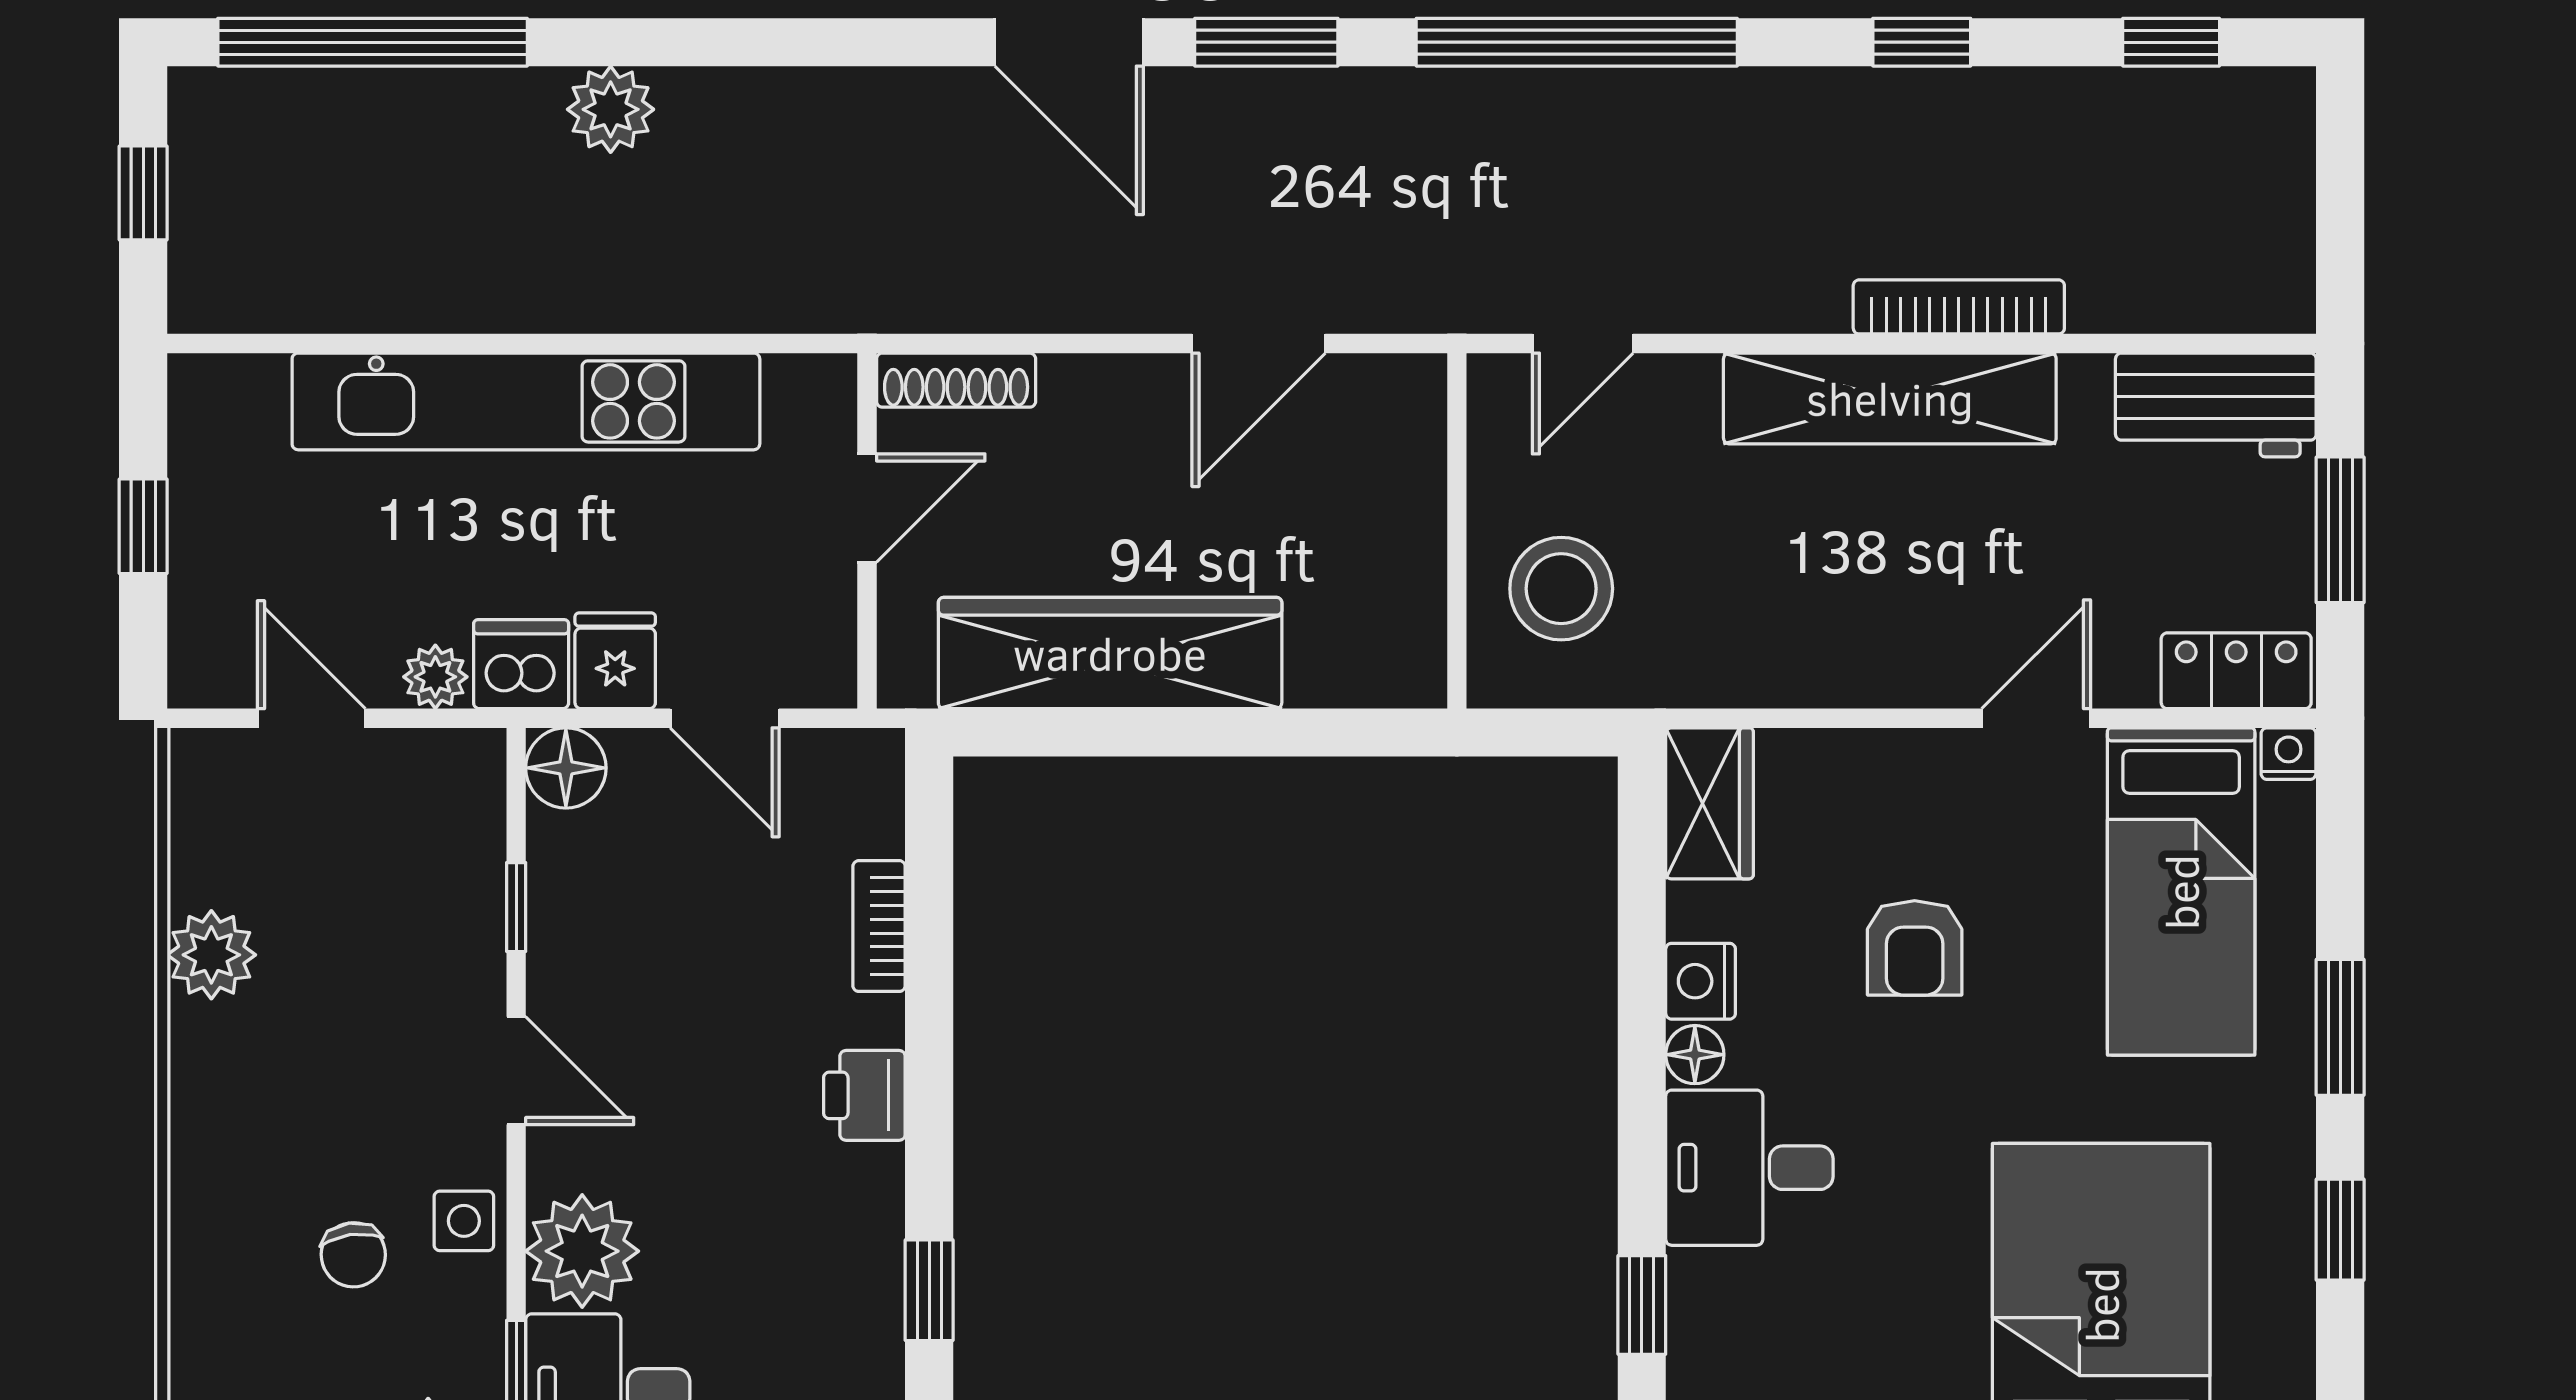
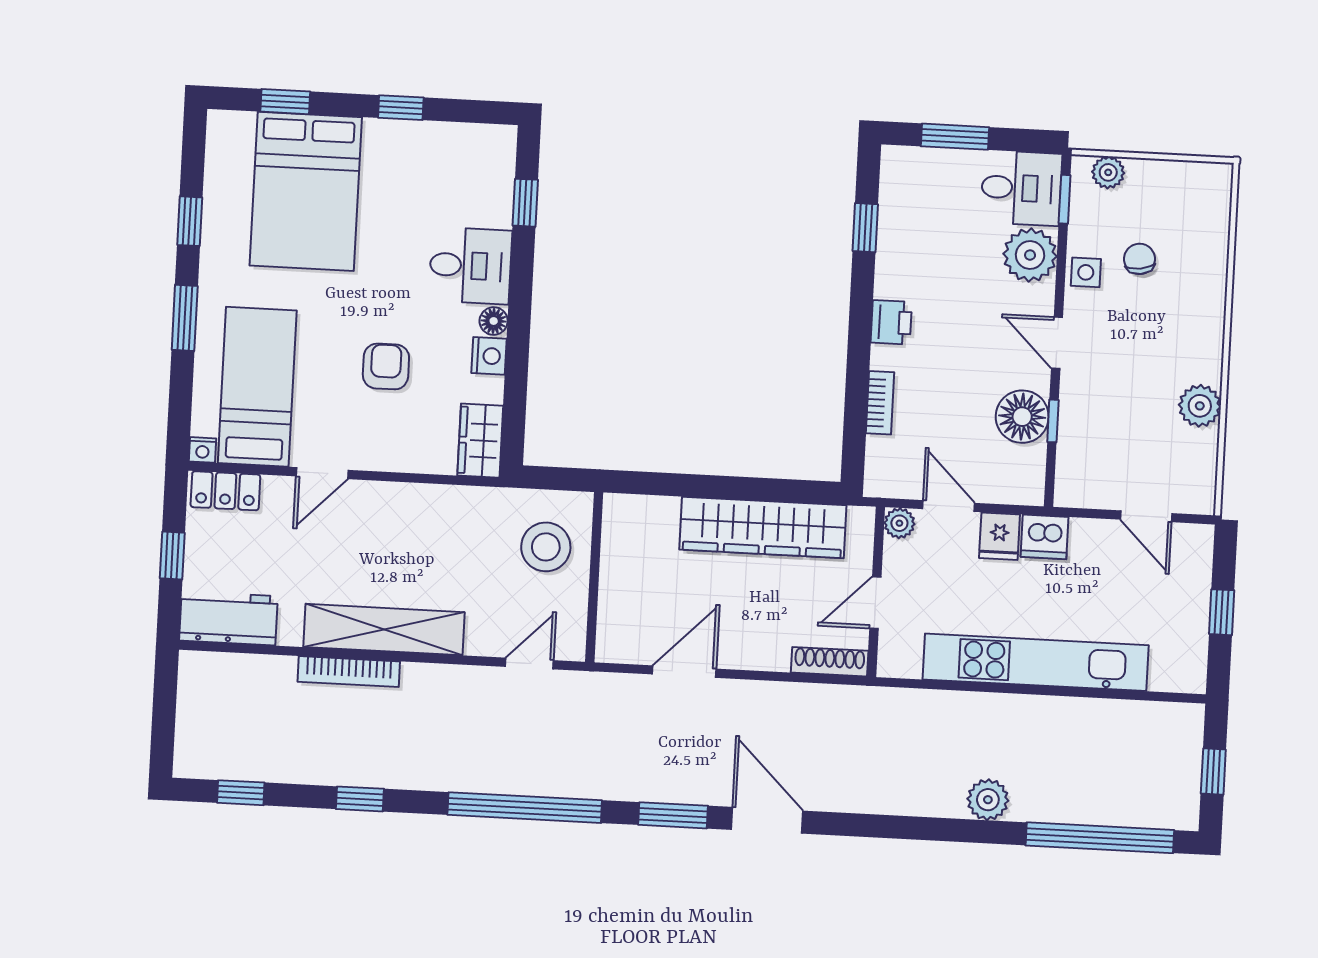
window: (2340, 530) -> (172, 556), width x0.67
plant: (435, 677) -> (899, 523), moved
floor lamp: (566, 768) -> (1022, 417), moved, width x1.38, depth x1.38

